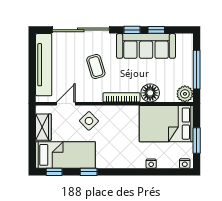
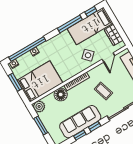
window: (197, 70) -> (41, 126), width x0.69
window: (89, 172) -> (70, 24), width x2.17
window: (158, 172) -> (27, 49), added

